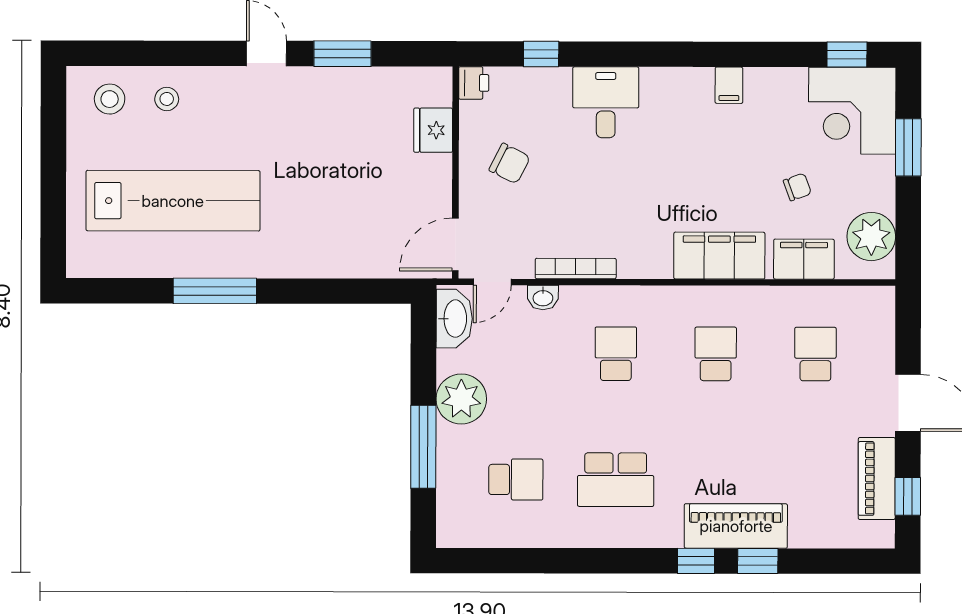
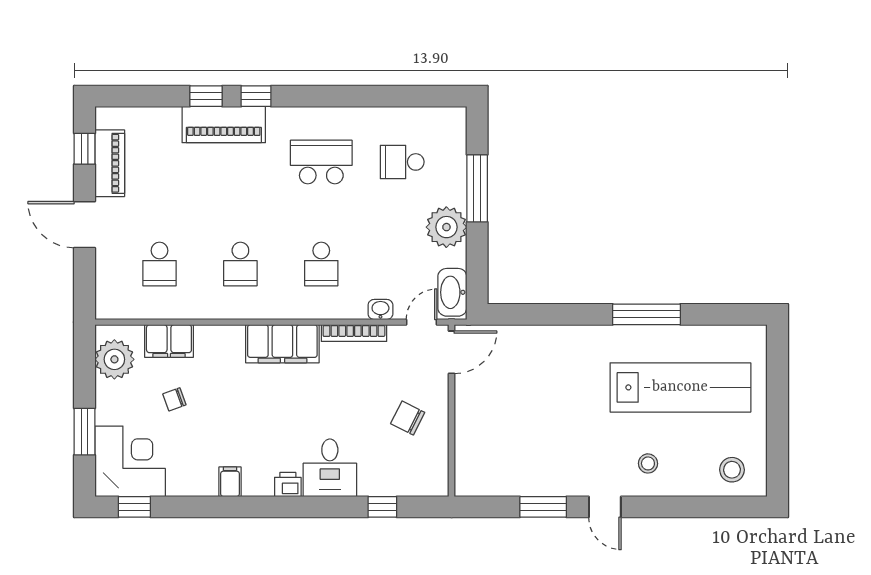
printer: (474, 83) -> (288, 485), moved, turned 90
stool: (167, 99) -> (648, 463), moved
fridge: (433, 130) -> (470, 445), removed
lab bench: (173, 201) -> (680, 387), turned 180
filing cabinet: (719, 256) -> (282, 344), moved

